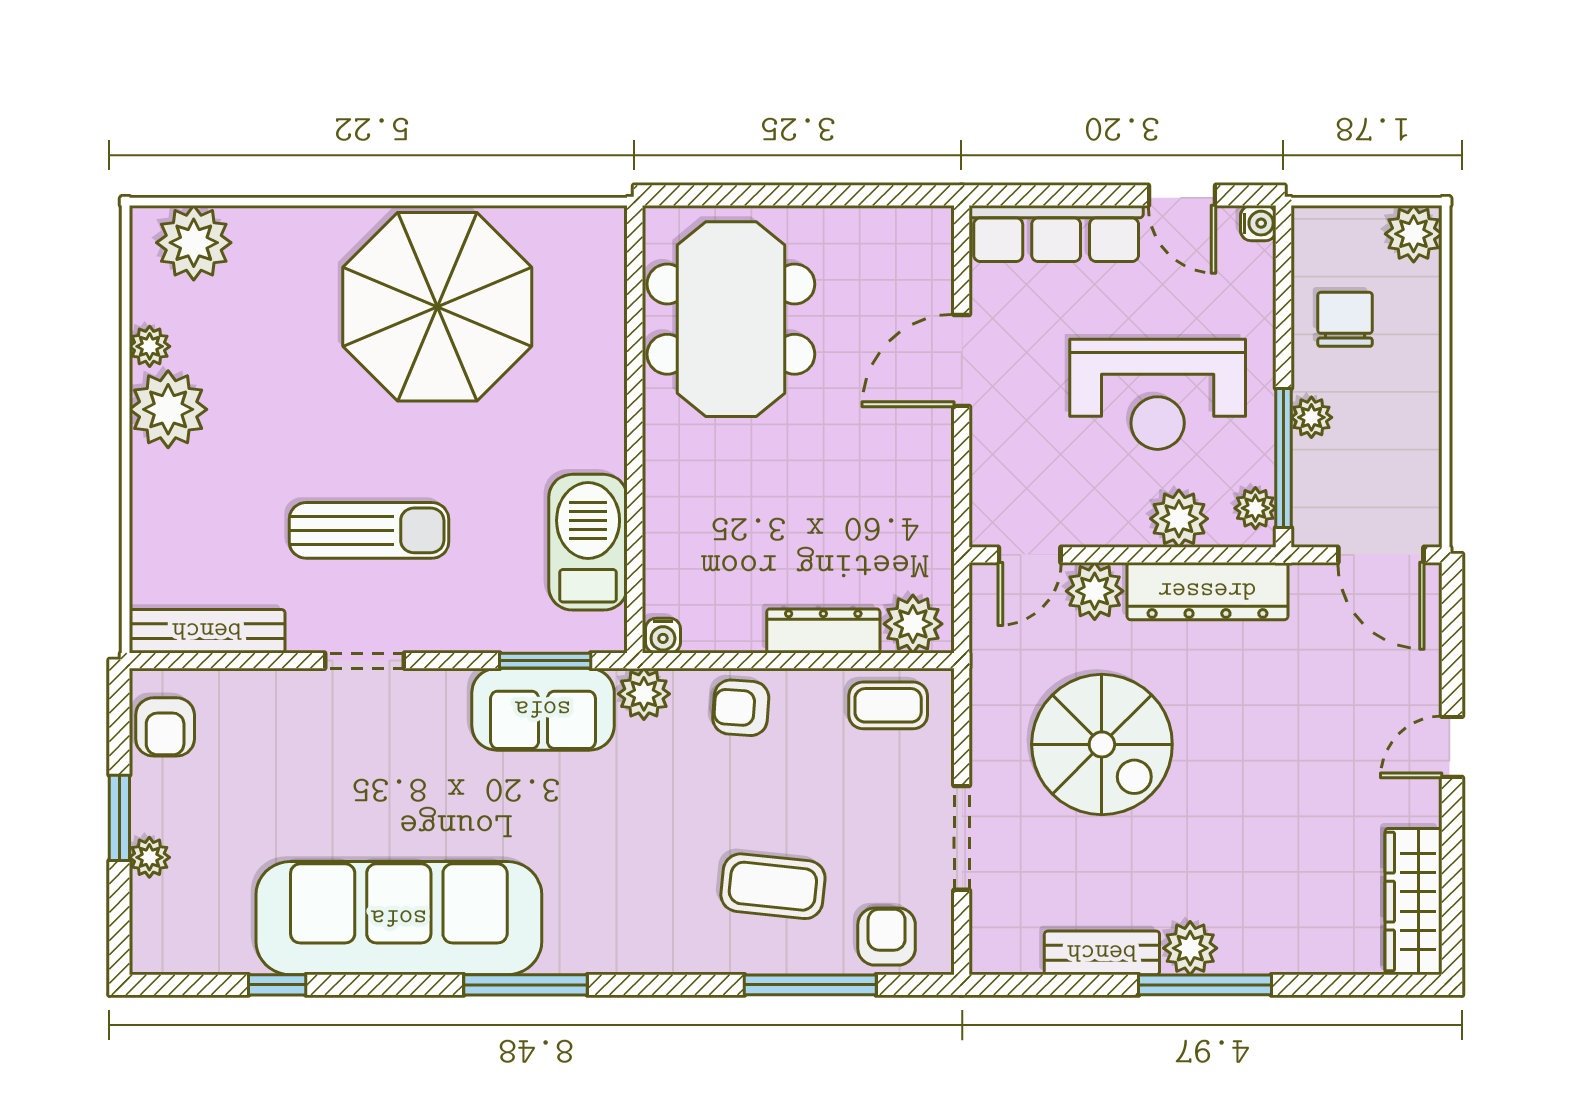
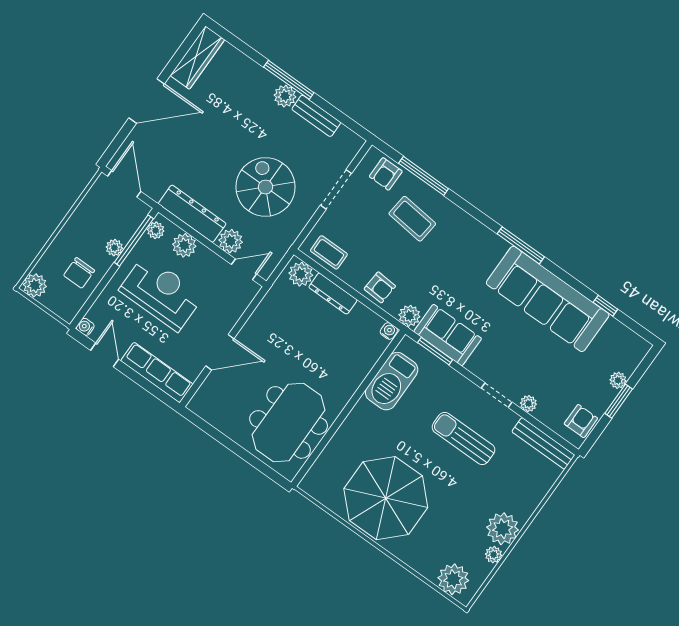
plant: (291, 688) -> (528, 404), added
door: (1452, 747) -> (147, 101), width x1.88

